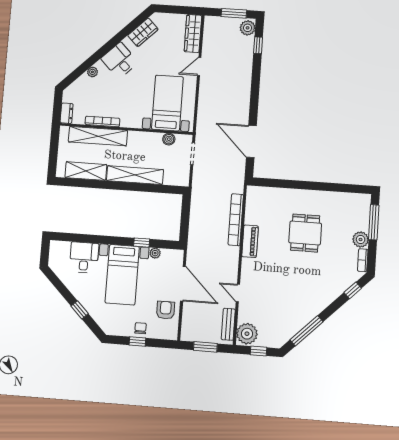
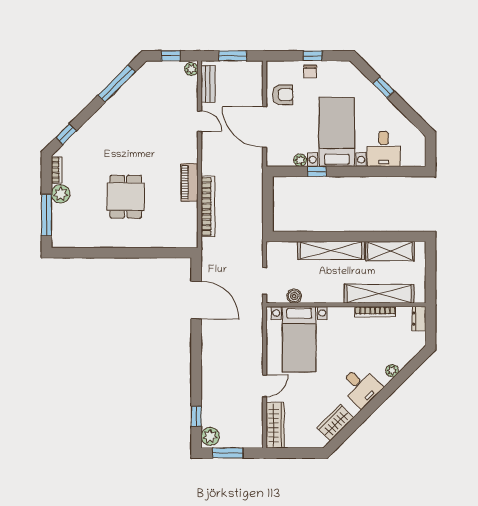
armchair: (166, 310) -> (283, 95), turned -90
plant: (247, 334) -> (191, 69), width x0.53, depth x0.53

